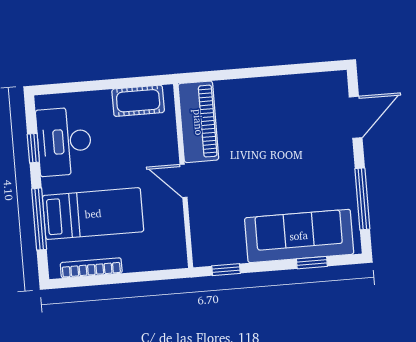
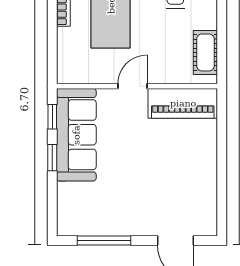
sofa: (299, 236) -> (76, 135), moved
window: (312, 263) -> (52, 158), moved

